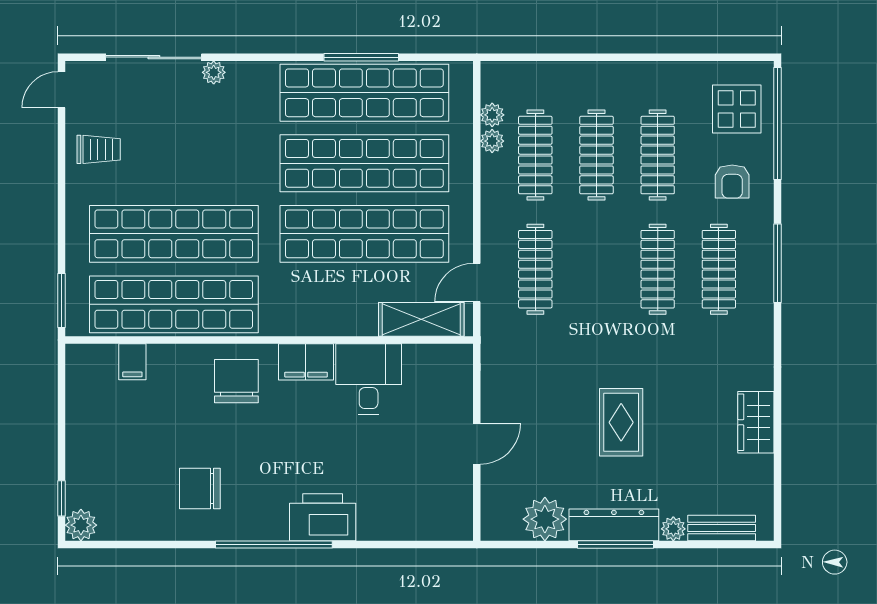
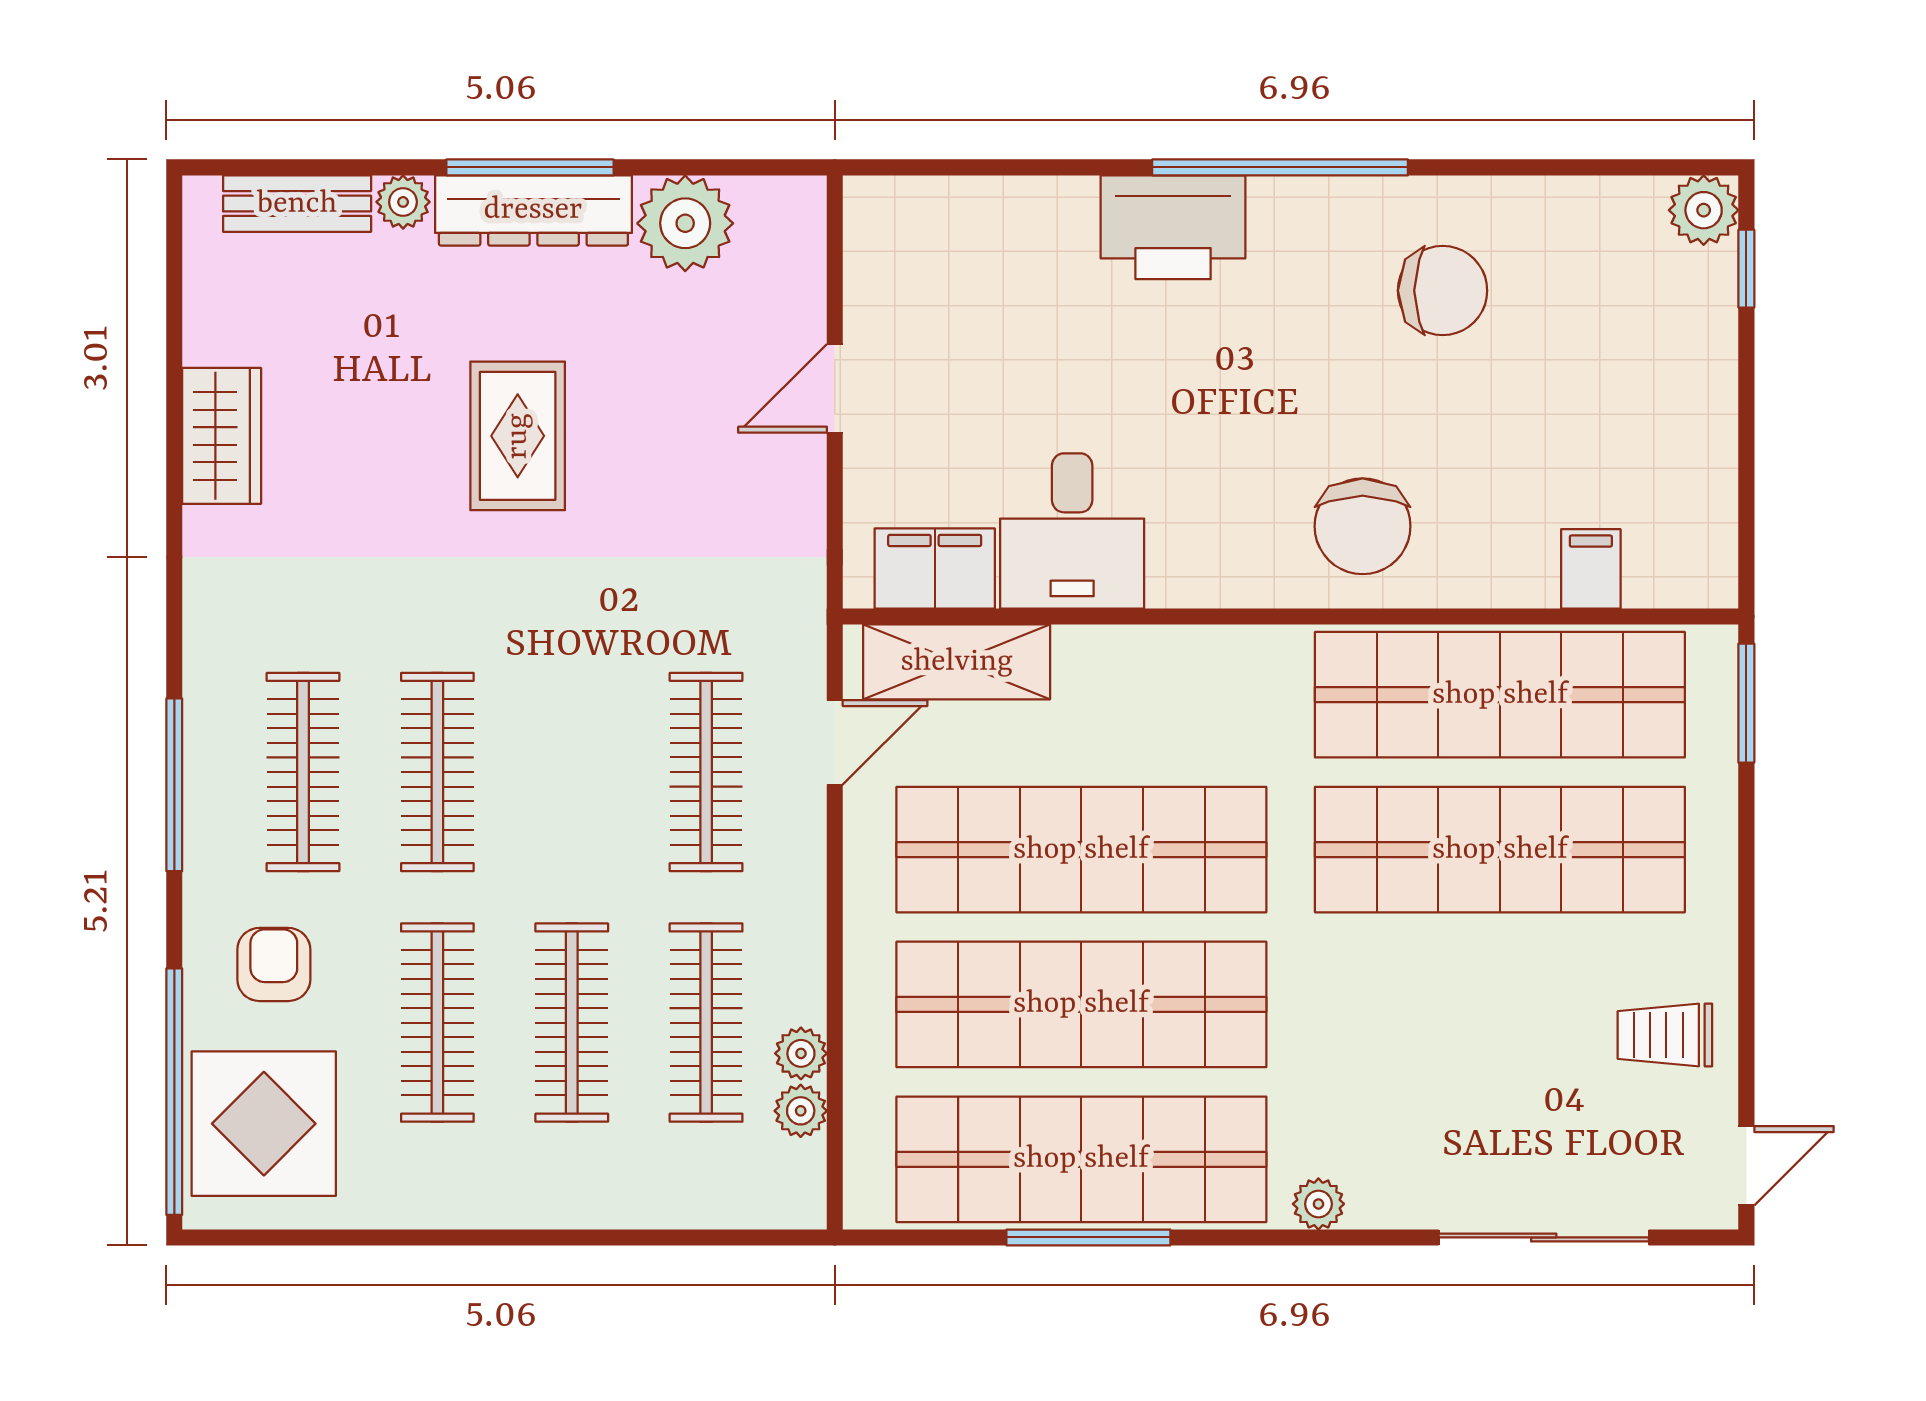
plant: (214, 72) -> (1318, 1204), moved
display table: (737, 109) -> (264, 1124), width x1.36, depth x1.36
filing cabinet: (306, 362) -> (935, 569), moved

